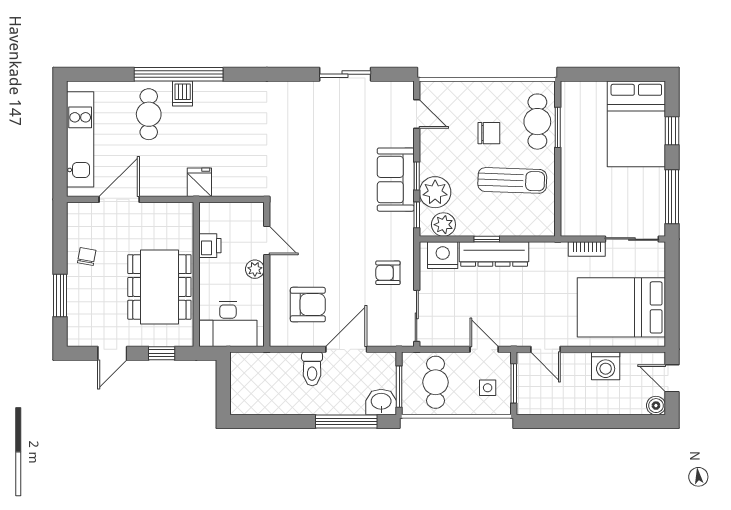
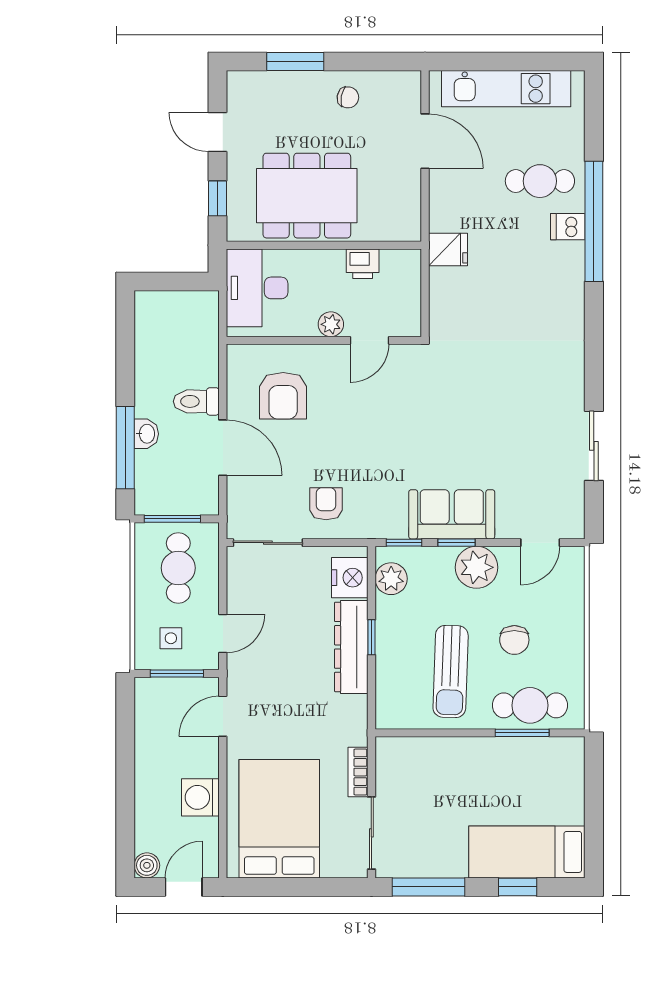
bed: (636, 124) -> (527, 852), width x0.67
plant: (435, 192) -> (477, 567), moved
cafe table: (436, 382) -> (178, 568), turned 90
washbasin: (381, 402) -> (146, 434), moved, width x0.72, depth x0.69

